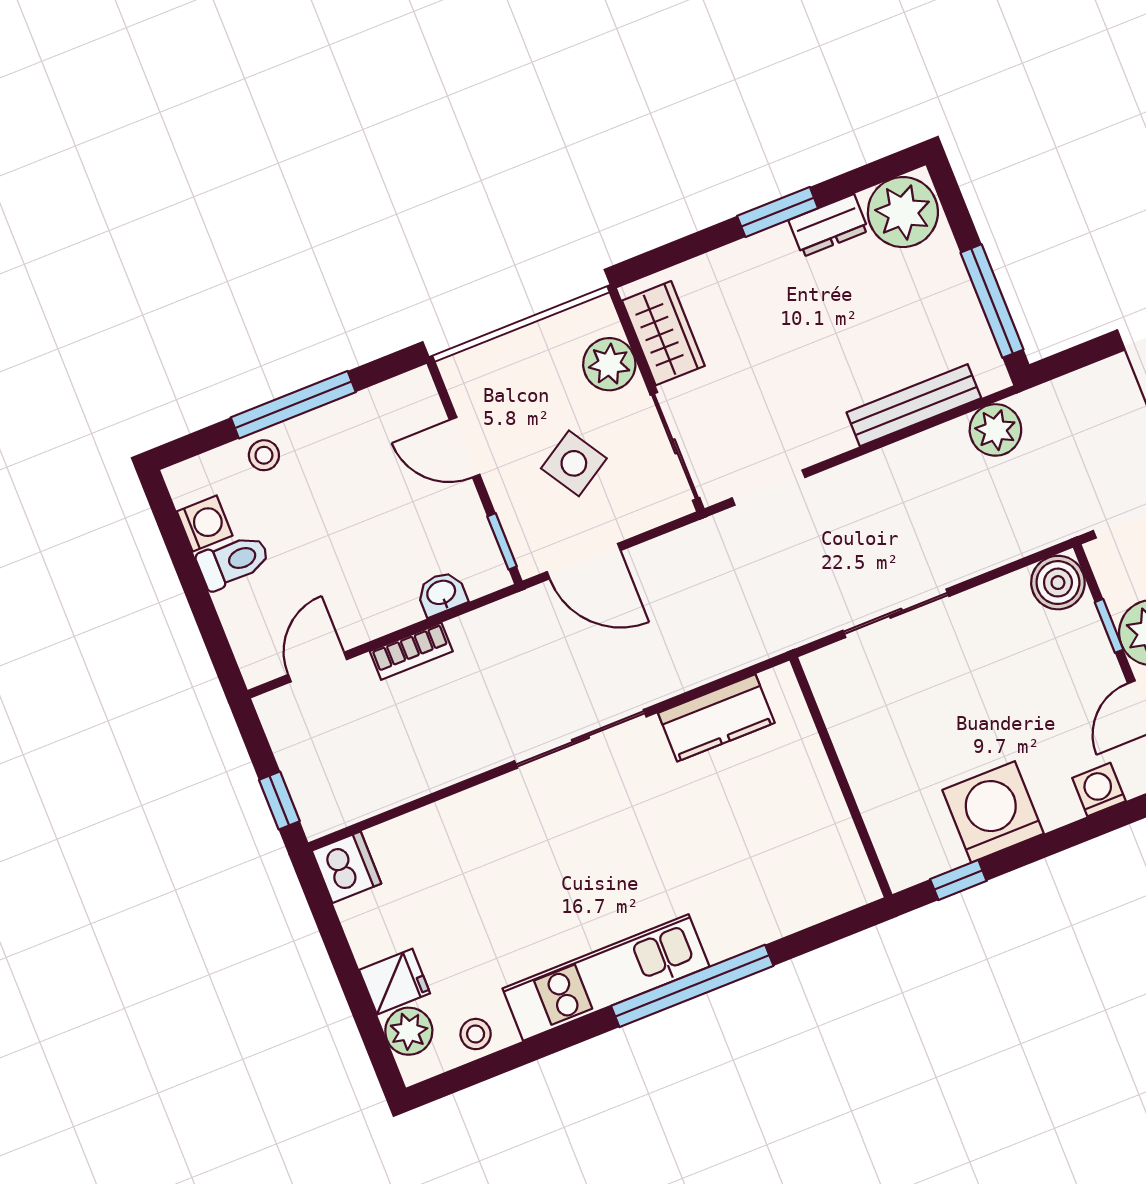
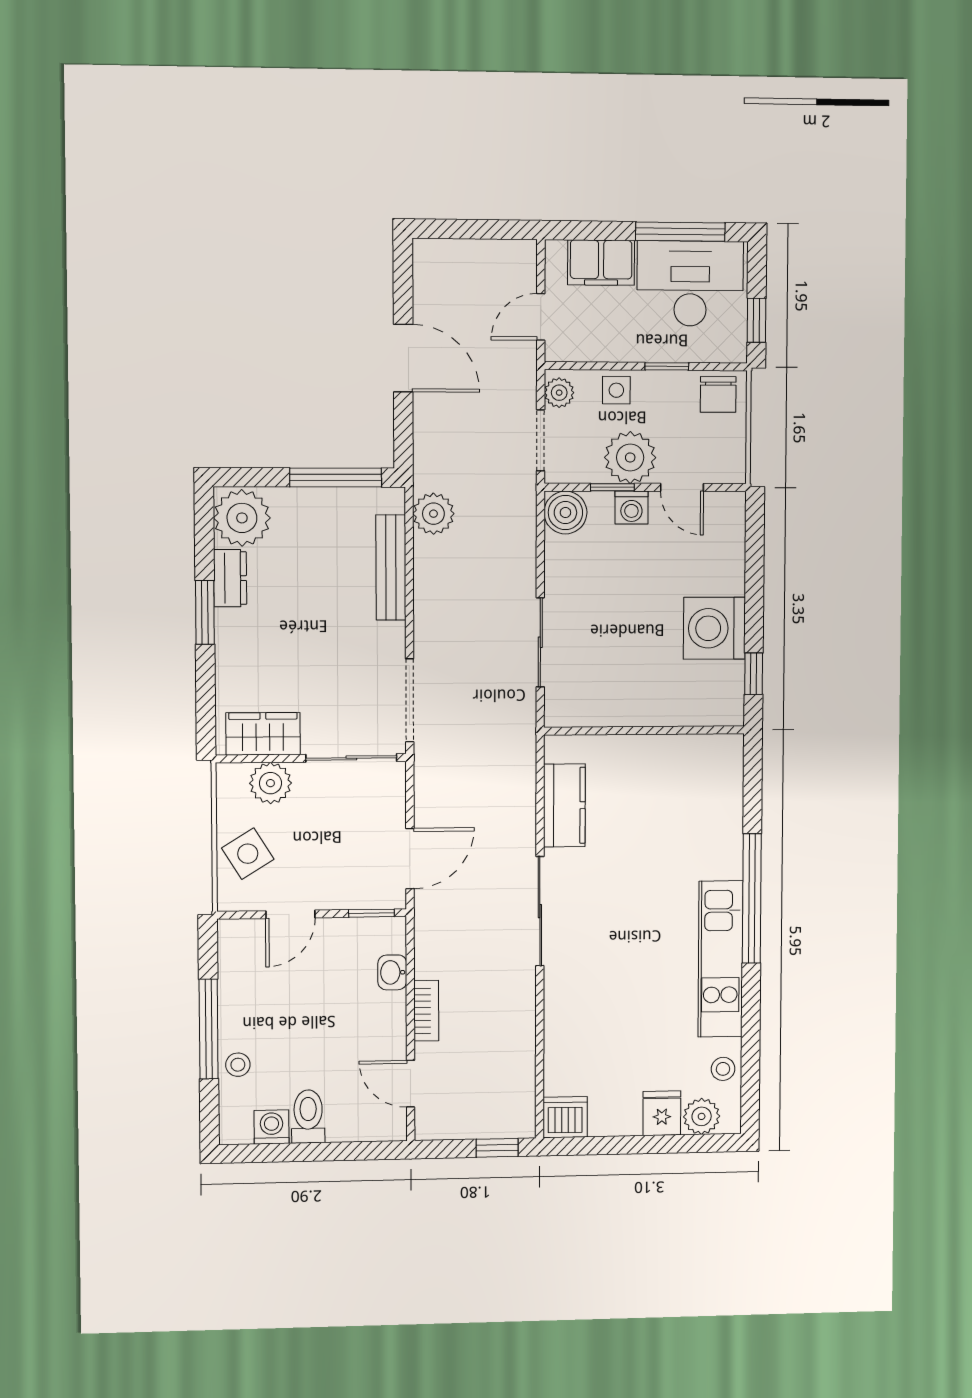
side table: (574, 463) -> (248, 854), moved
doorway: (769, 488) -> (410, 700), width x1.38
washing machine: (1099, 790) -> (631, 508), moved, turned -90

